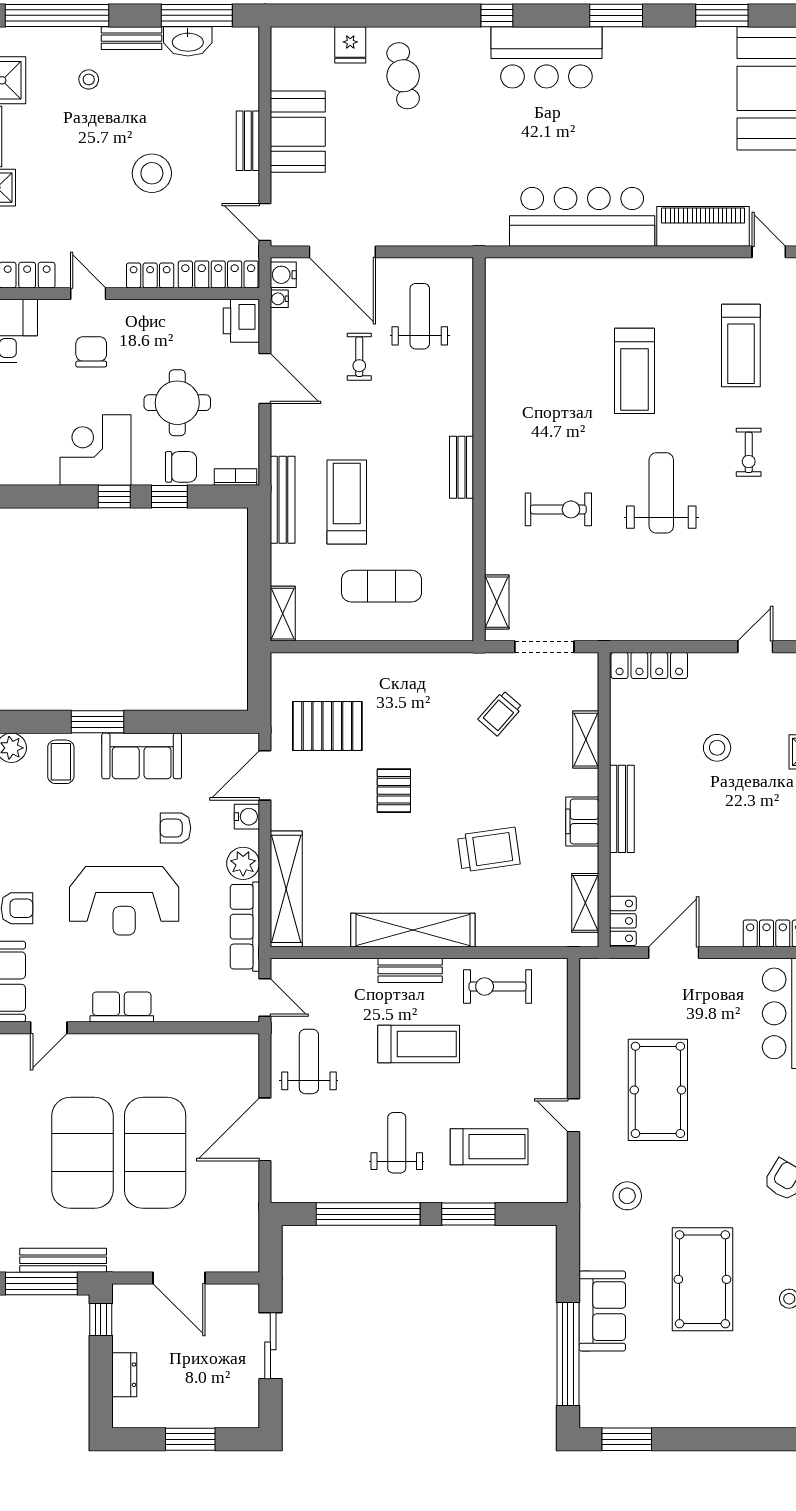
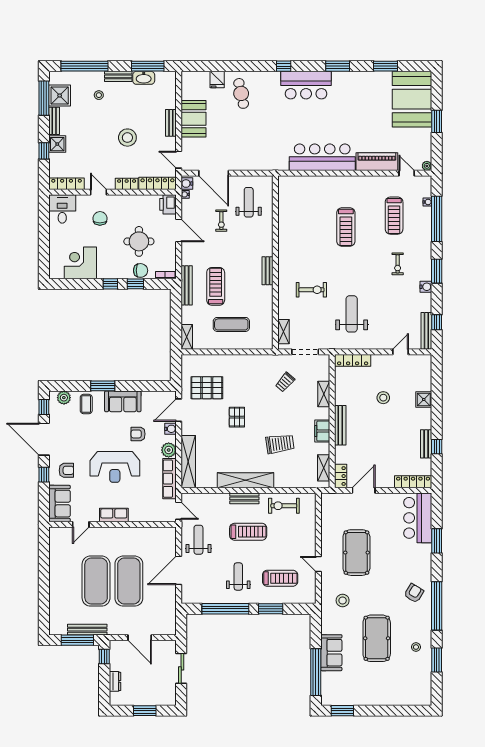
corner desk: (95, 450) -> (80, 263), moved
weight bench: (661, 493) -> (352, 314), moved

